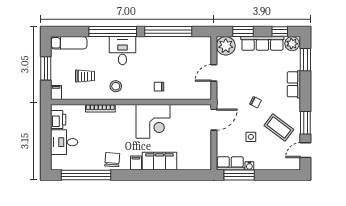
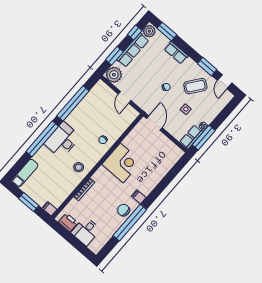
desk: (122, 51) -> (62, 140), width x1.37
trolley: (85, 76) -> (55, 181), removed
filing cabinet: (159, 161) -> (151, 181), removed
window: (86, 175) -> (130, 223), moved

